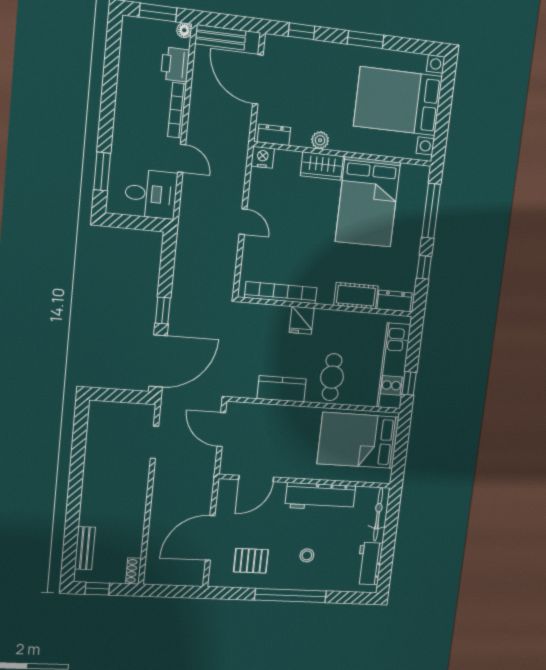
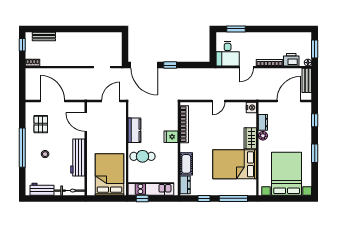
dresser: (274, 135) -> (263, 122), moved

